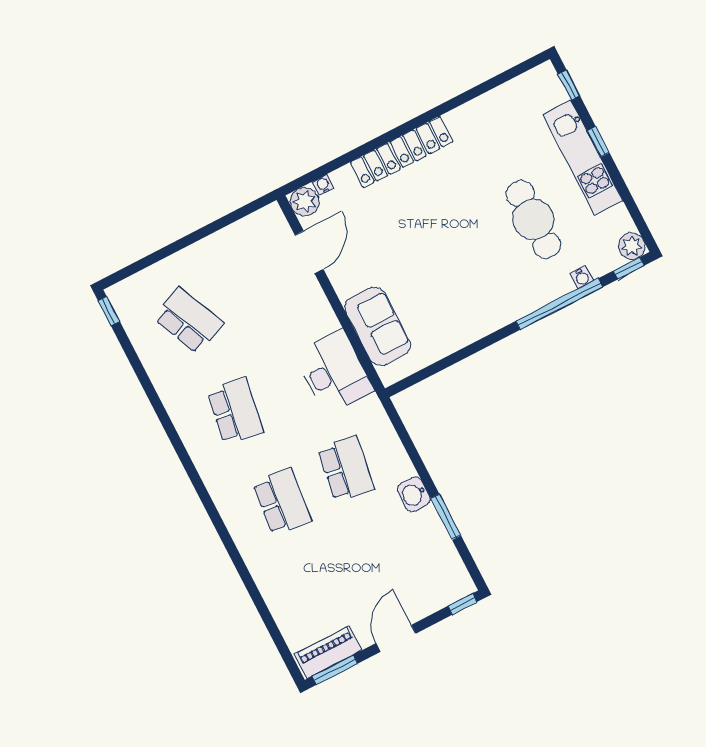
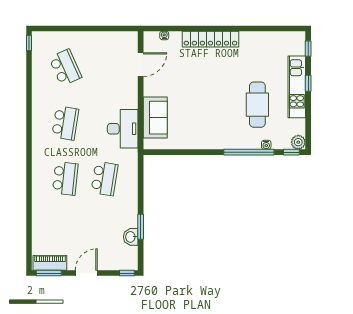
plant: (305, 202) -> (151, 39), removed
washbasin: (414, 494) -> (131, 237), moved

